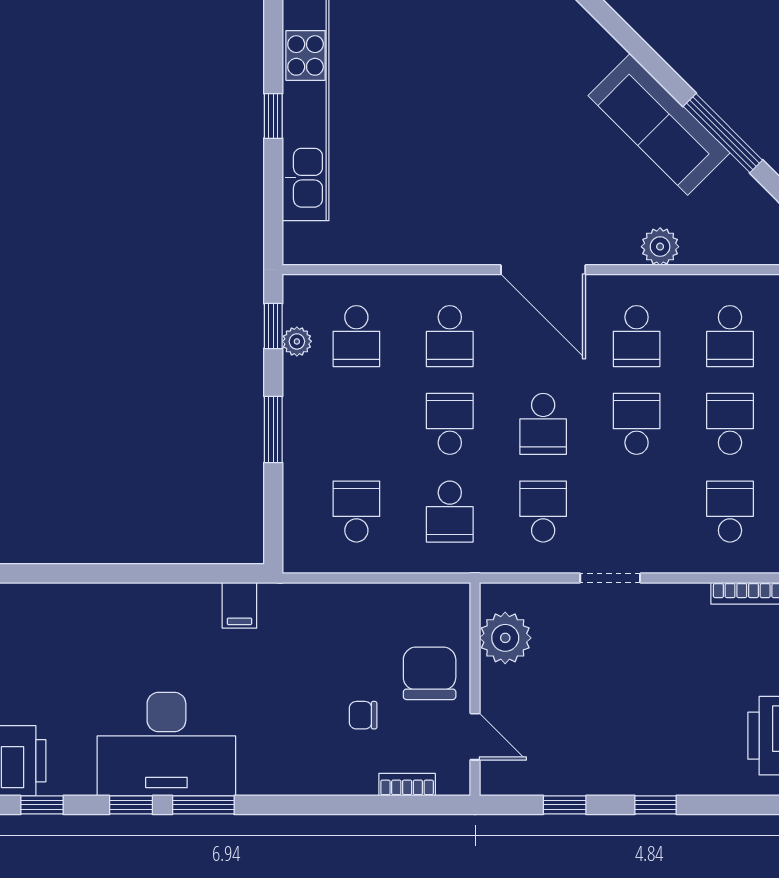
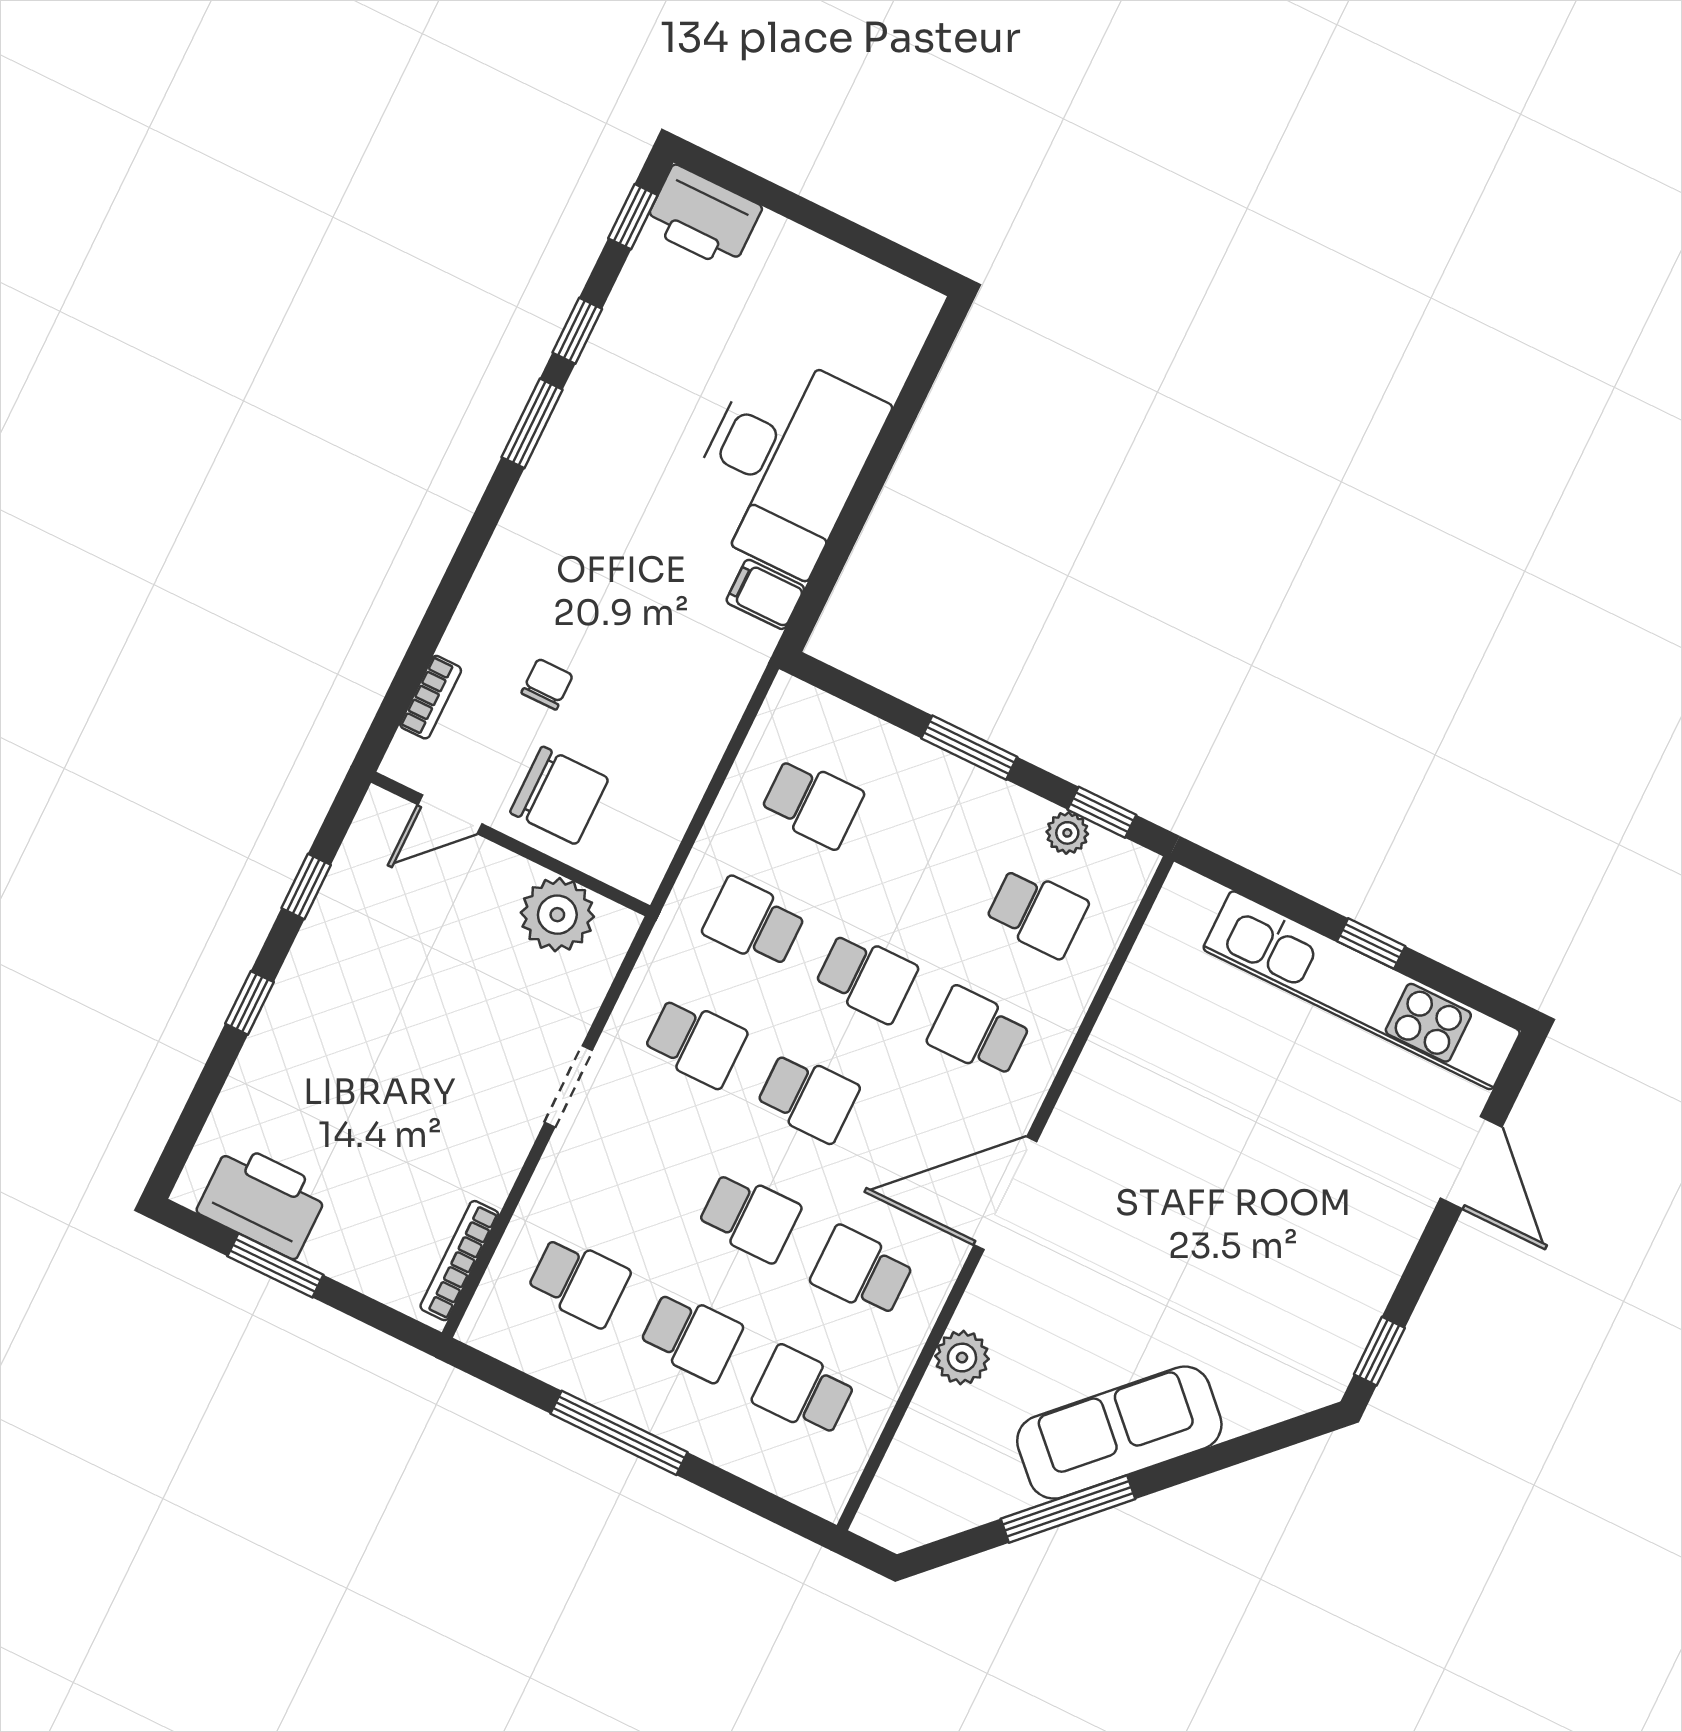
school desk: (356, 336) -> (1037, 912), turned 180
school desk: (543, 424) -> (808, 1097), turned 180
desk: (166, 744) -> (784, 462), moved, turned 180

